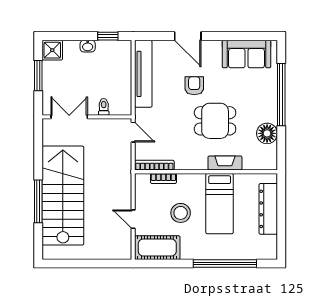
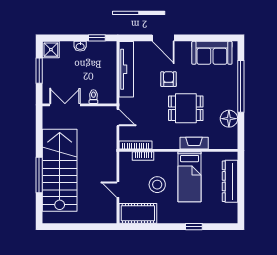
window: (225, 263) -> (194, 227), width x0.32

